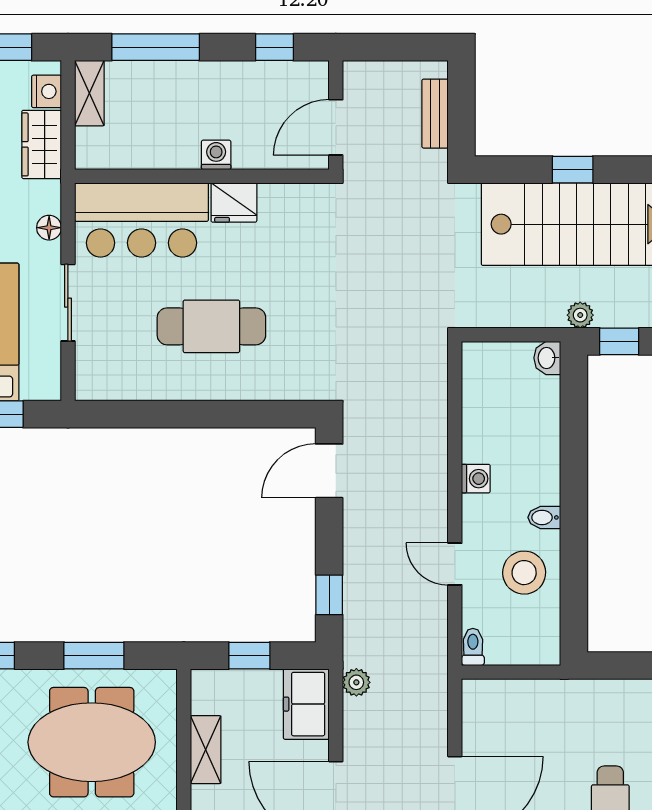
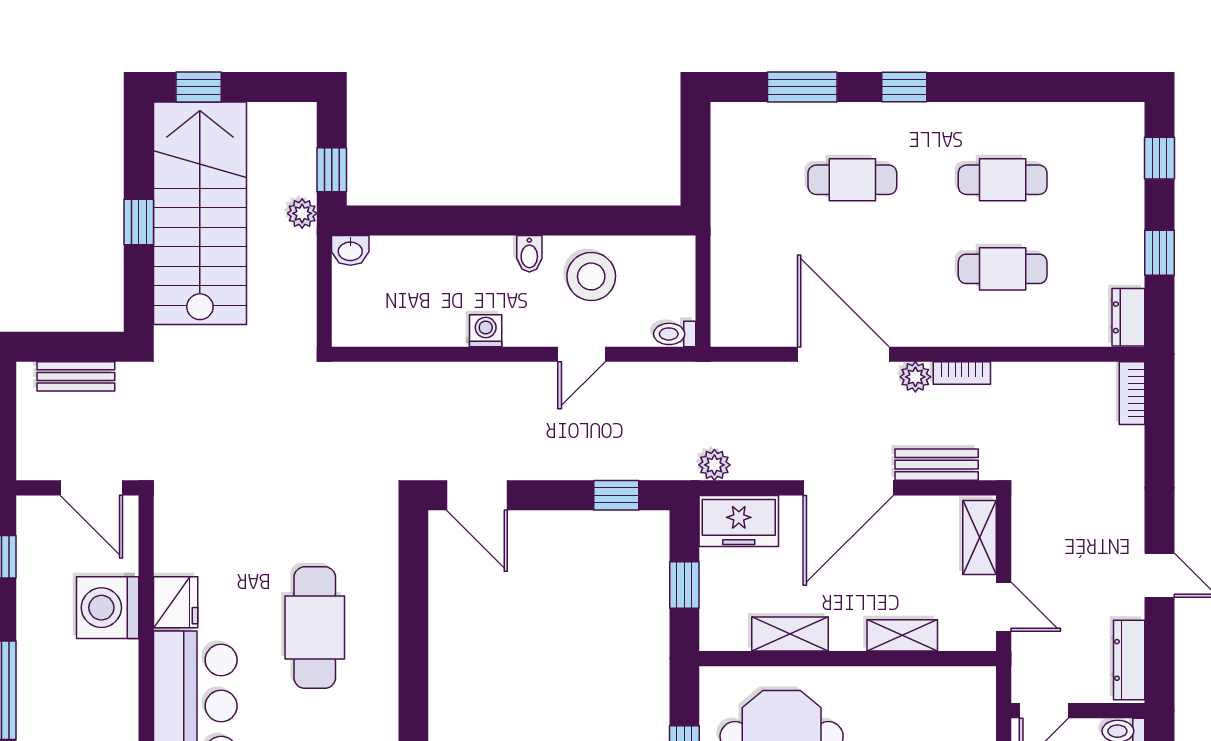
washing machine: (216, 155) -> (108, 608), width x1.89, depth x1.89

